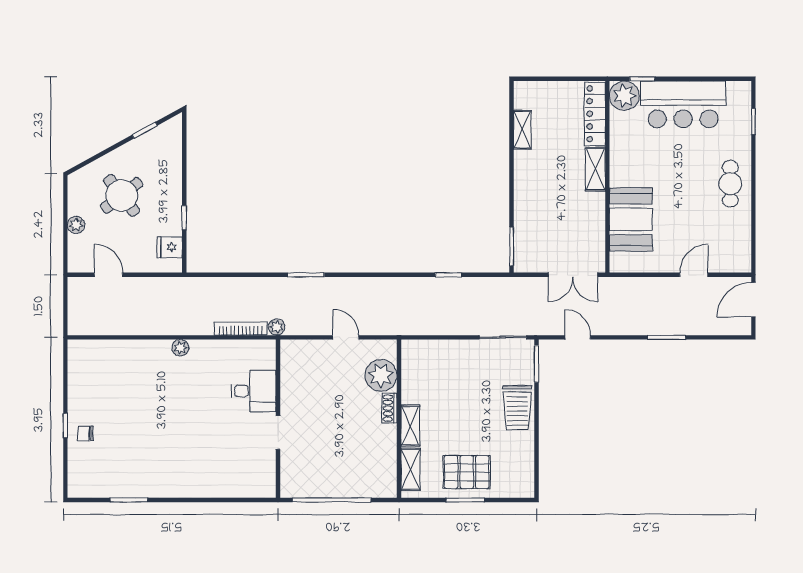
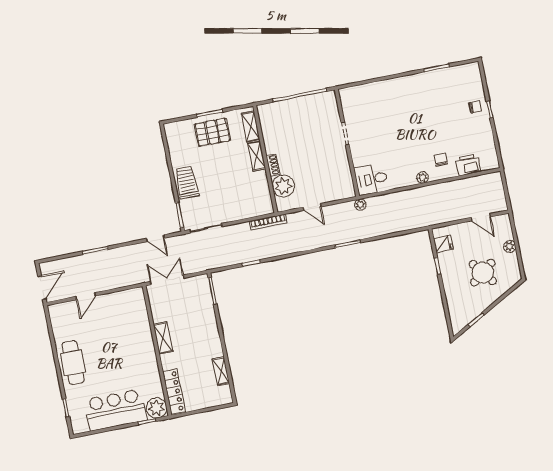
shelving: (595, 169) -> (163, 338), moved
cafe table: (730, 184) -> (73, 363), width x1.37, depth x1.35
booth: (631, 219) -> (135, 325), removed
bookcase: (240, 329) -> (268, 222), moved
printer: (112, 353) -> (468, 165), added
chair: (149, 368) -> (441, 160), added
desk: (254, 391) -> (371, 179), moved

